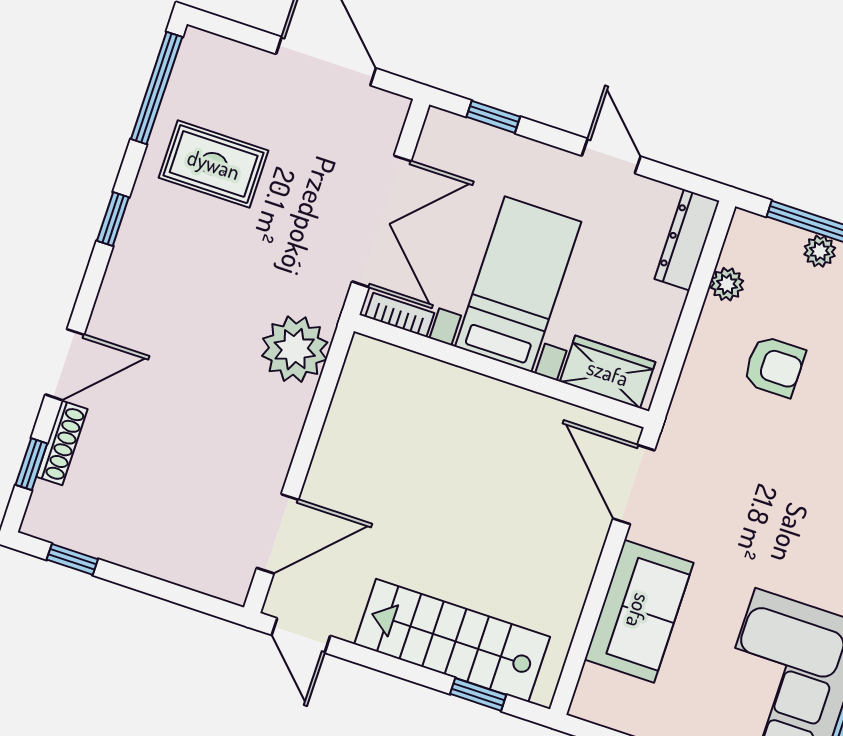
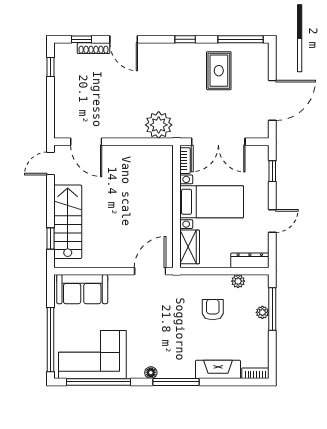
armchair: (774, 366) -> (213, 310), turned 180
sofa: (639, 611) -> (82, 289), moved

